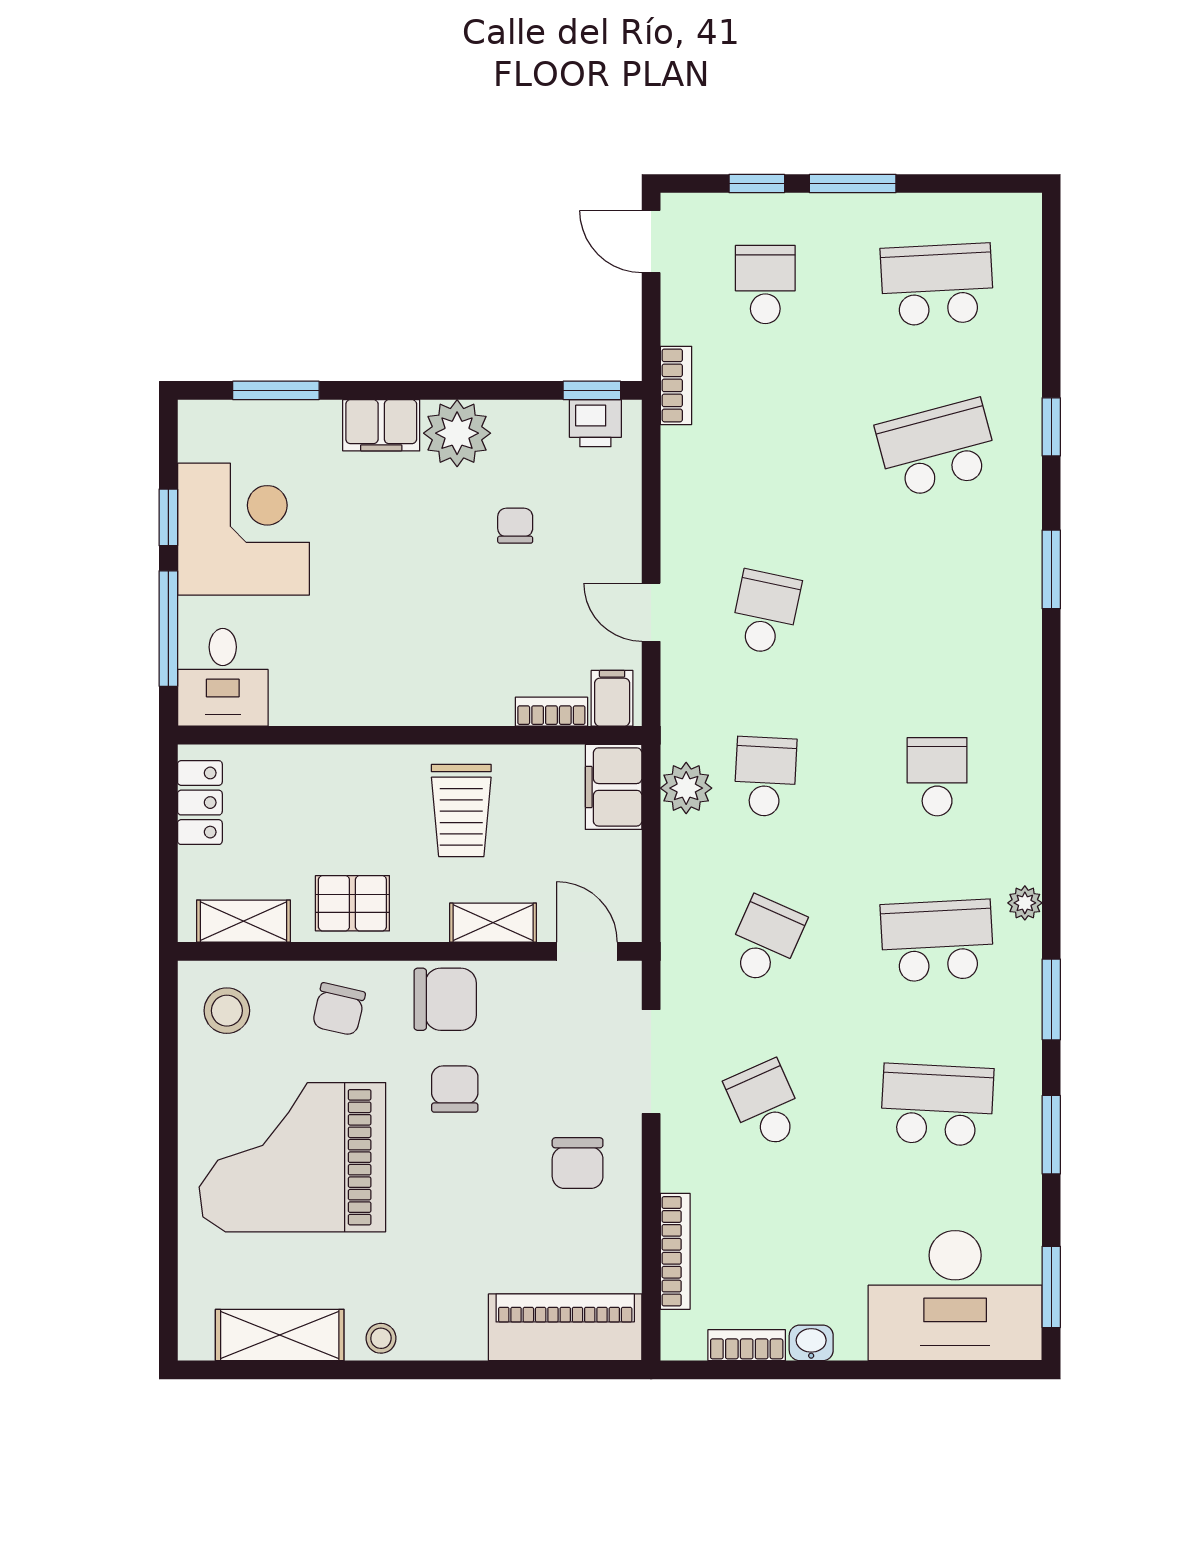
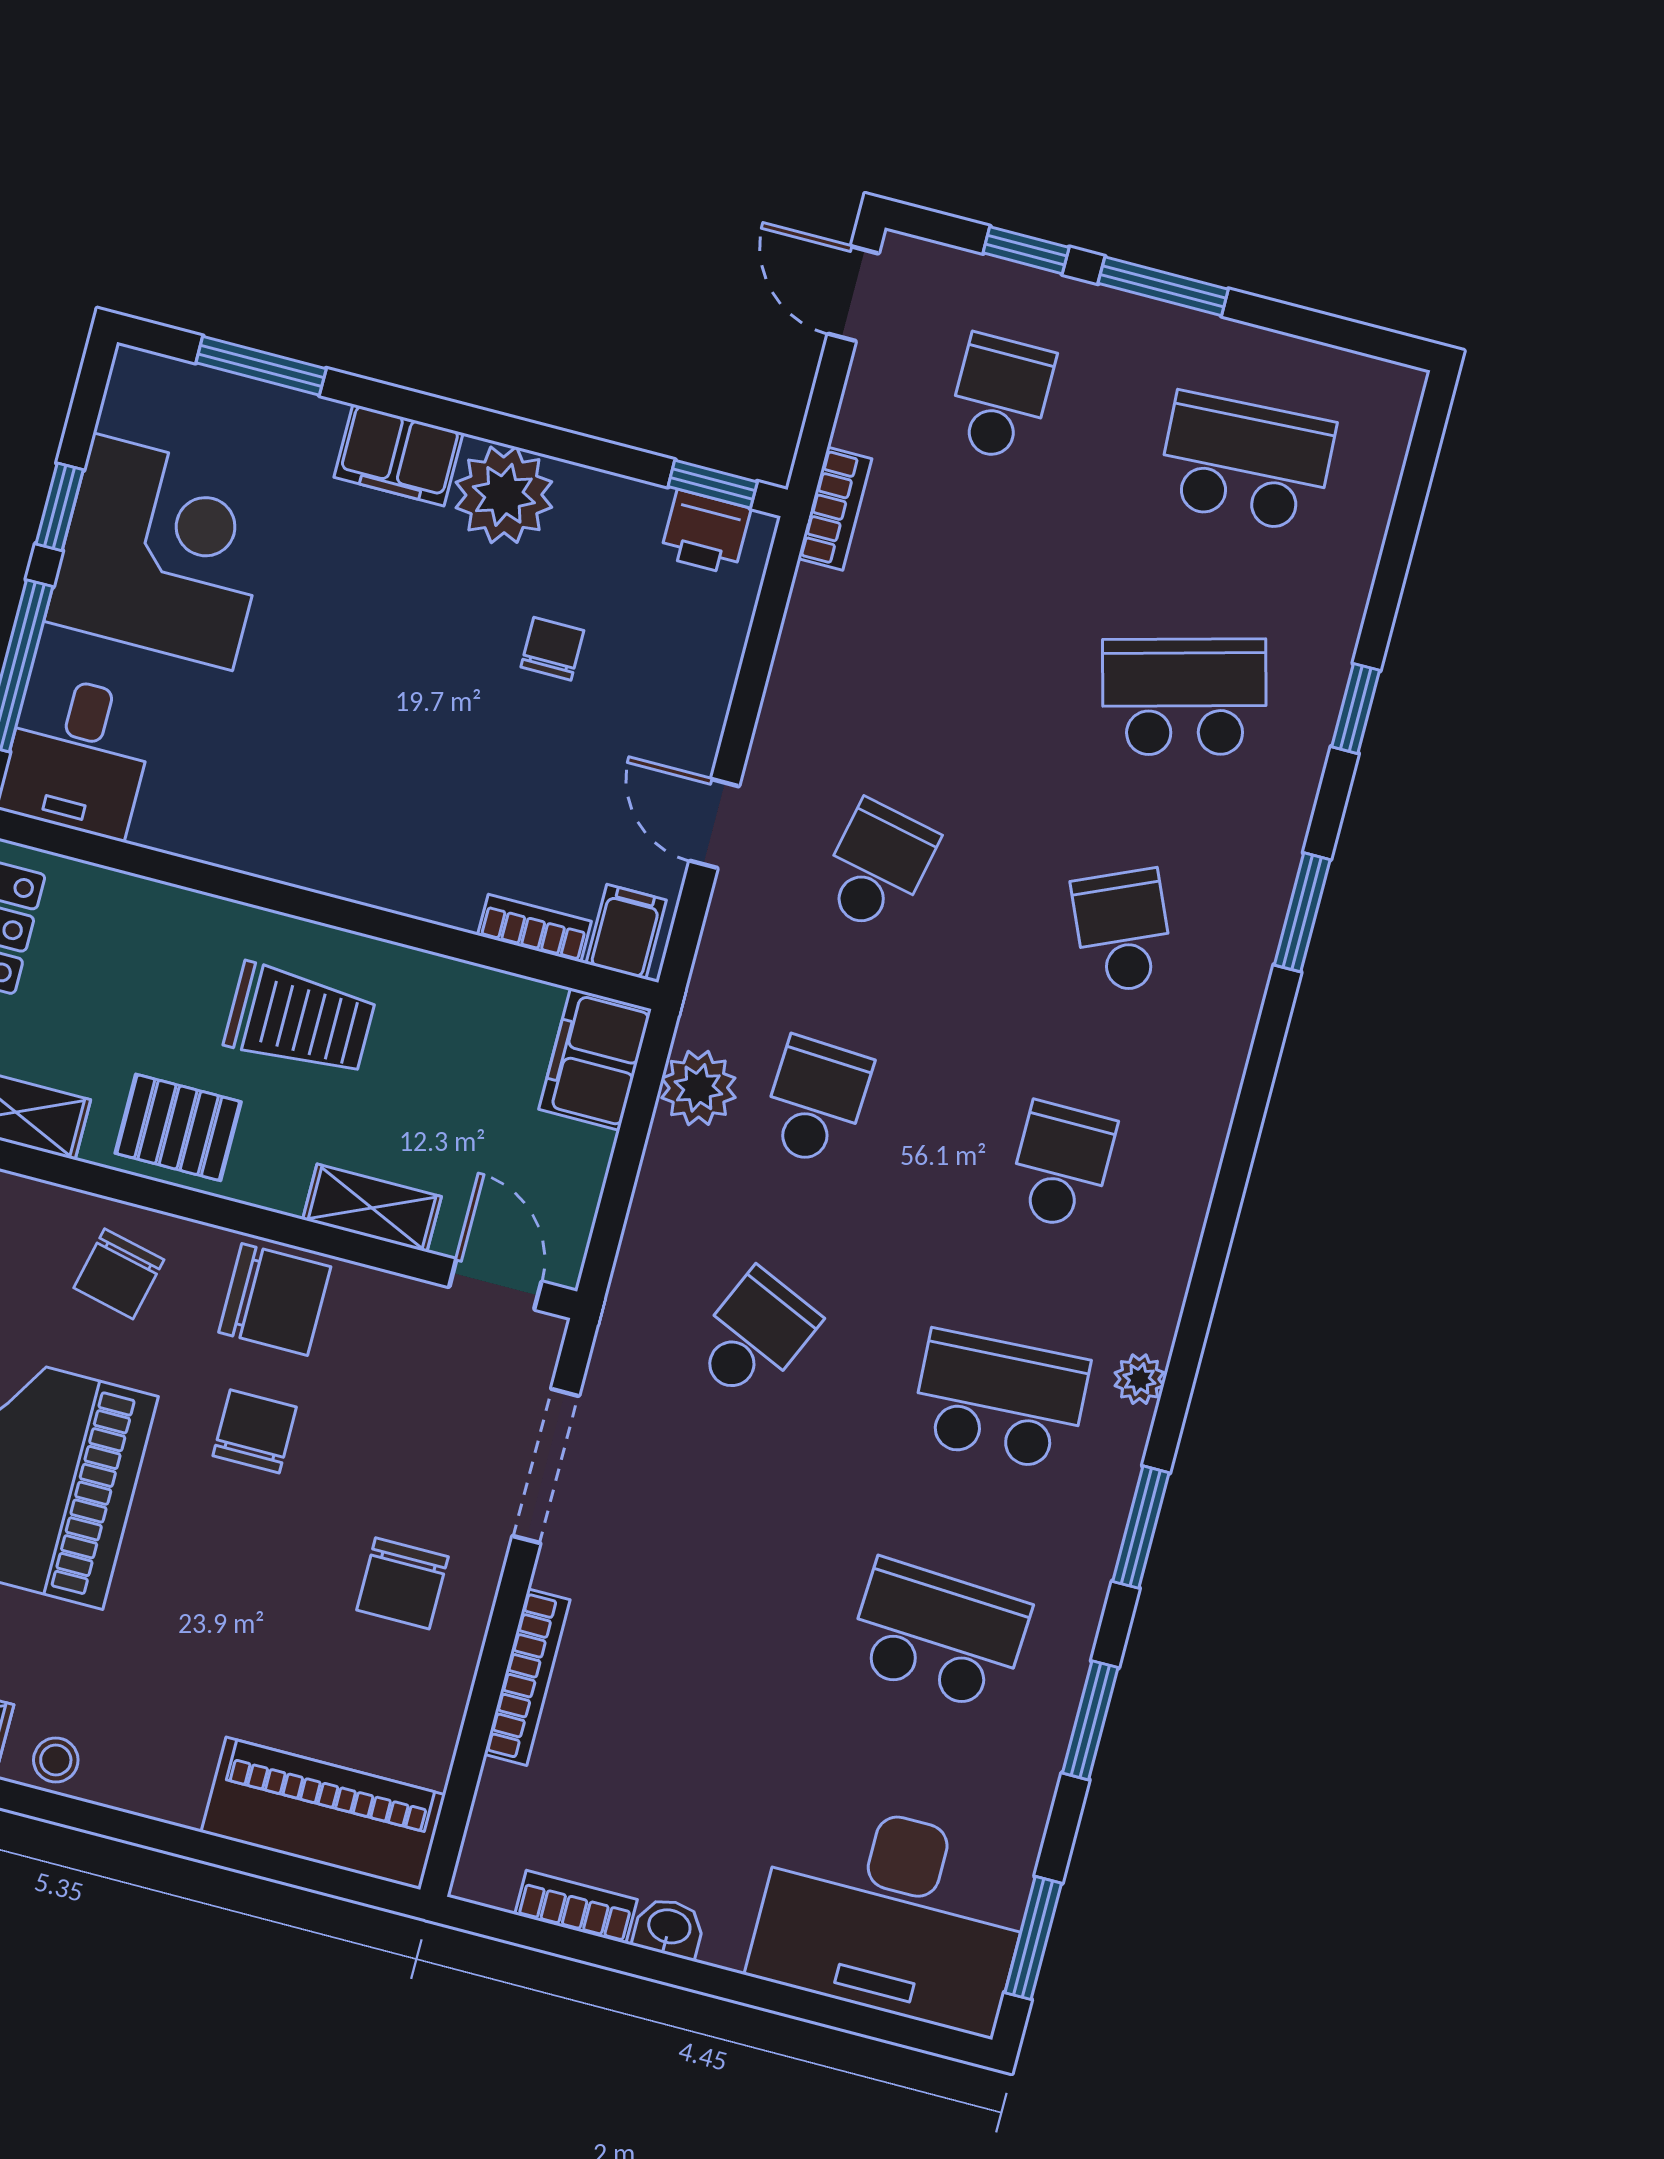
trolley: (461, 810) -> (300, 1020), moved, turned -90
school desk: (765, 1105) -> (1123, 931), moved
bookcase: (675, 1251) -> (527, 1677), moved

